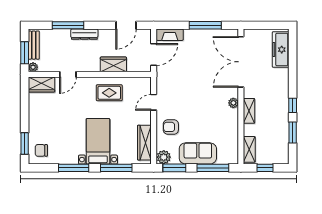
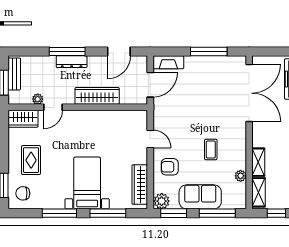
window: (68, 25) -> (67, 52), moved
double door: (241, 62) -> (249, 93), swing flipped
wardrobe: (113, 64) -> (97, 96), width x1.50
plant: (33, 67) -> (38, 99), moved
rug: (109, 93) -> (31, 160), moved, turned 90
door: (154, 102) -> (150, 139), swing flipped
plant: (233, 103) -> (241, 176), moved
shelving: (249, 111) -> (258, 162), moved
coffee table: (207, 112) -> (211, 149), added

